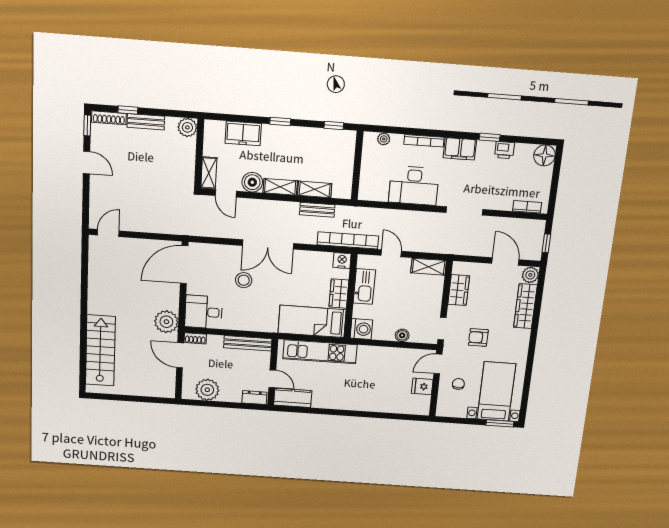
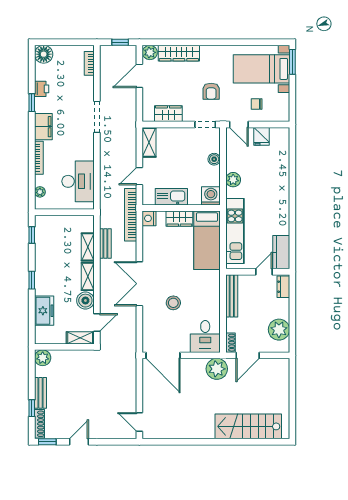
desk: (414, 186) -> (78, 181), moved
double door: (268, 244) -> (139, 284), swing flipped
plant: (377, 354) -> (233, 180), added

